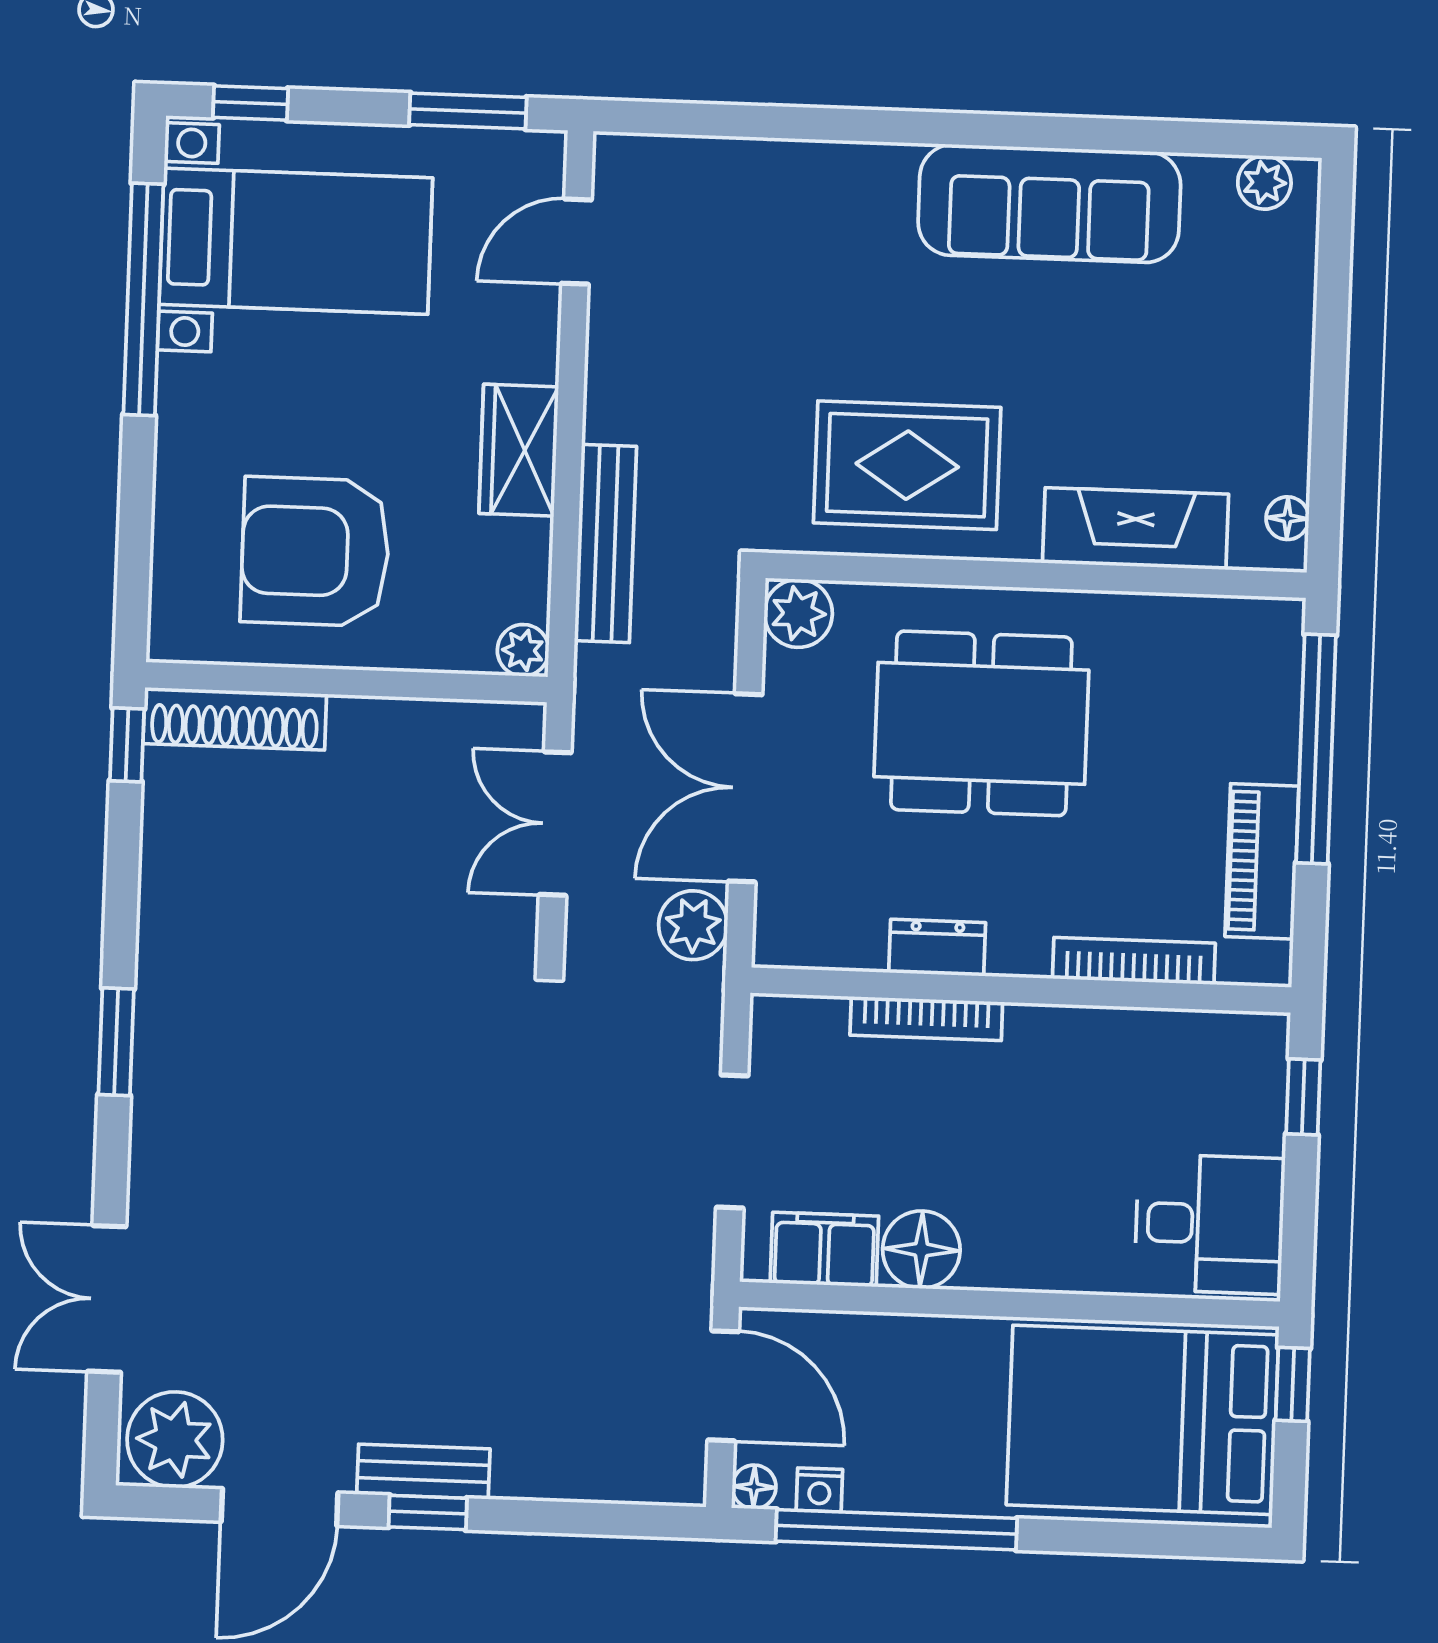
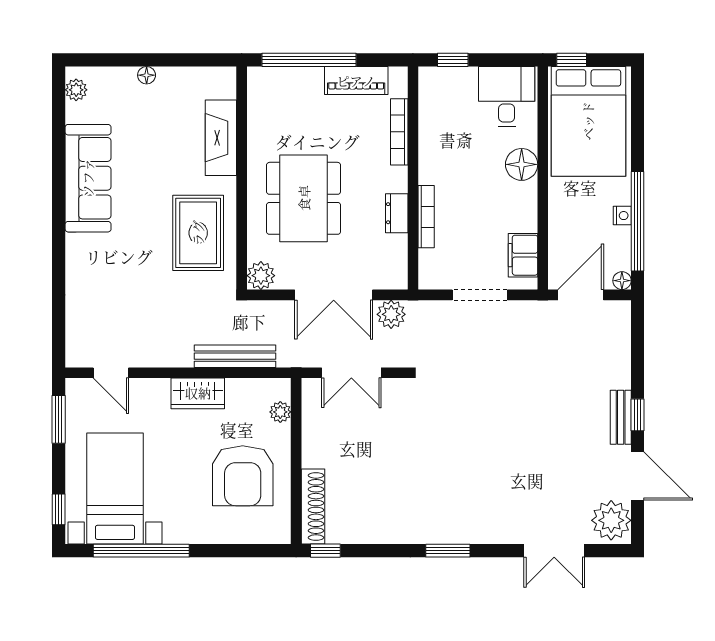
floor lamp: (1287, 518) -> (147, 75), moved
plant: (523, 650) -> (280, 412), moved
floor lamp: (921, 1250) -> (522, 164), moved
nightstand: (819, 1490) -> (622, 216), moved

